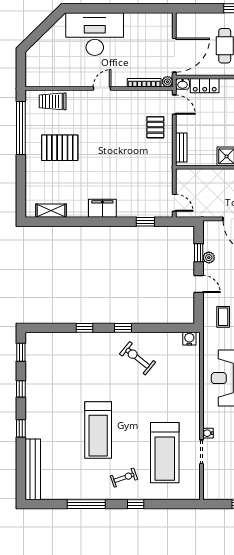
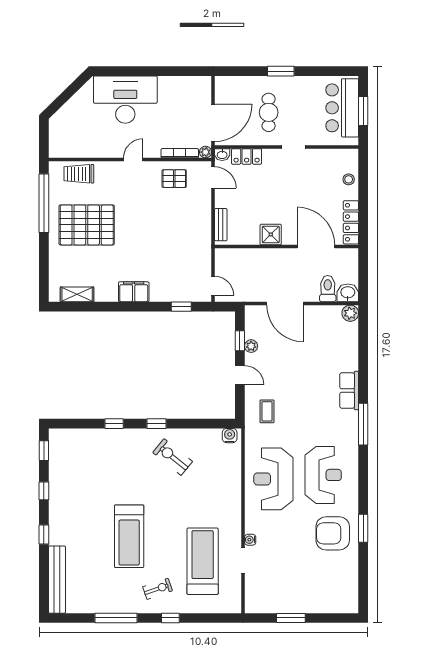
pallet: (155, 127) -> (174, 179), moved, turned 90
pallet: (60, 148) -> (87, 225), width x1.37, depth x1.41
treadmill: (165, 453) -> (203, 561), turned 180

